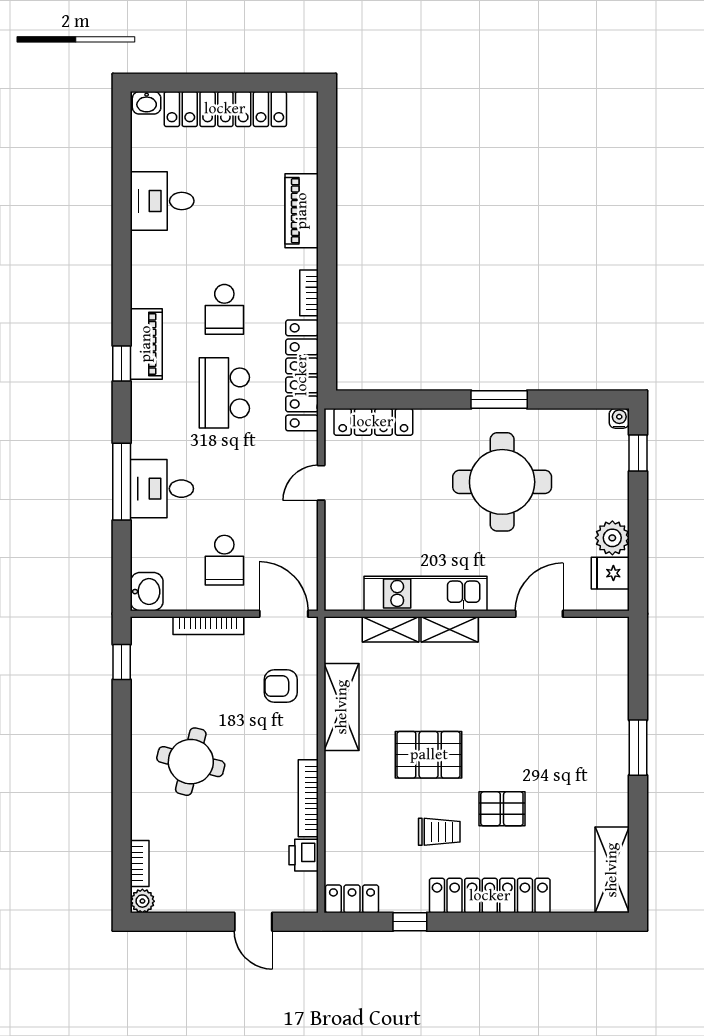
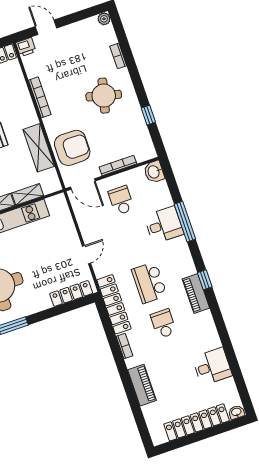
school desk: (224, 393) -> (149, 283), turned 180
window: (122, 662) -> (148, 115), moved
armchair: (281, 686) -> (72, 148), width x1.88, depth x1.88
printer: (304, 855) -> (26, 47), moved, turned 90
bookcase: (140, 864) -> (118, 56), moved

